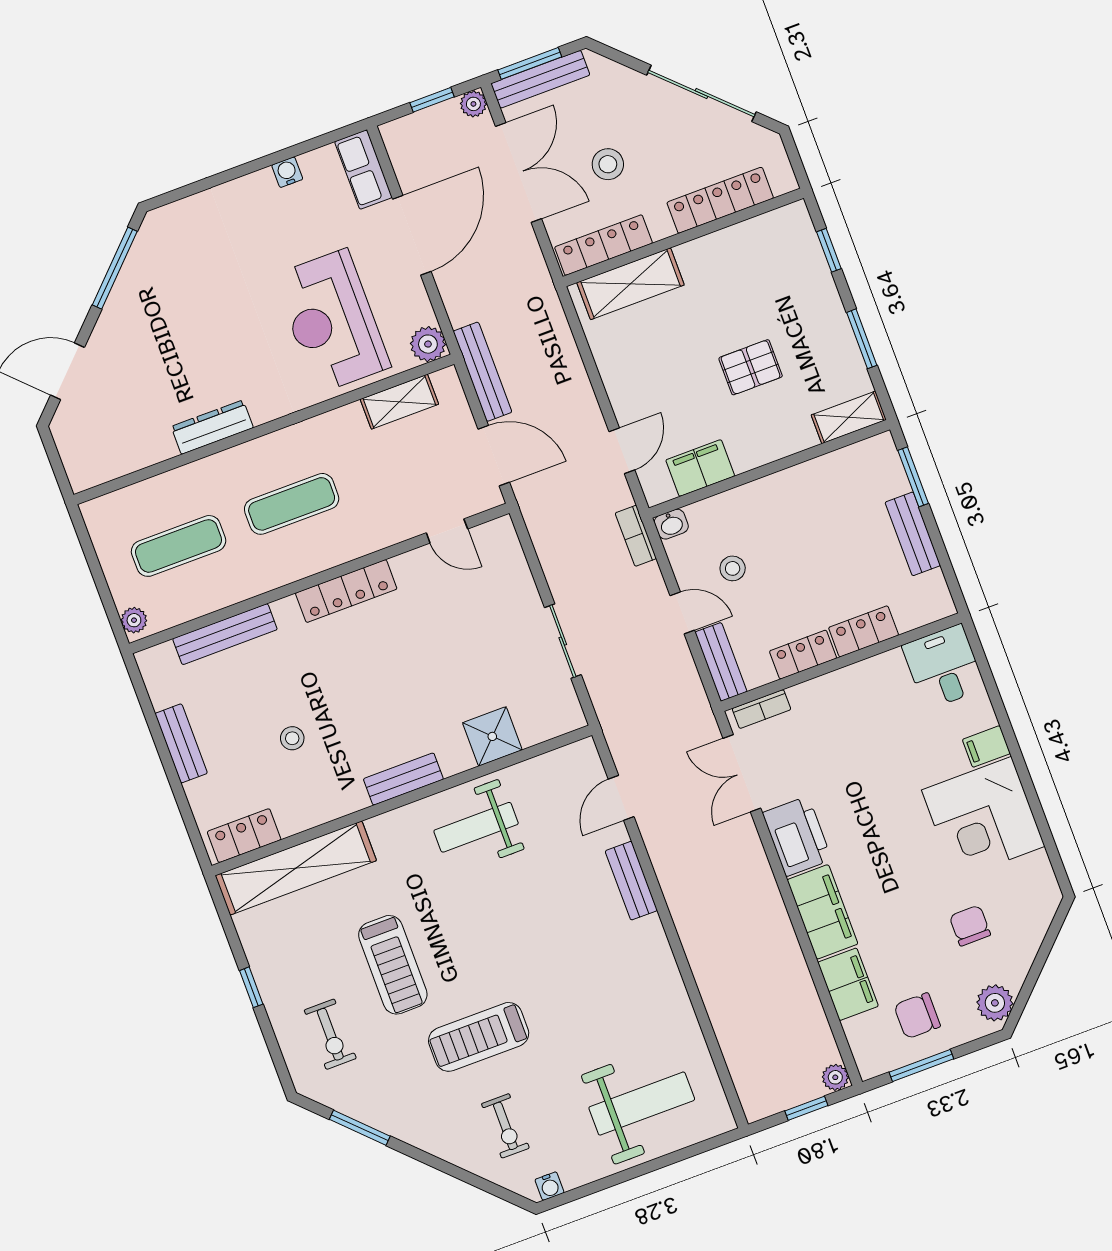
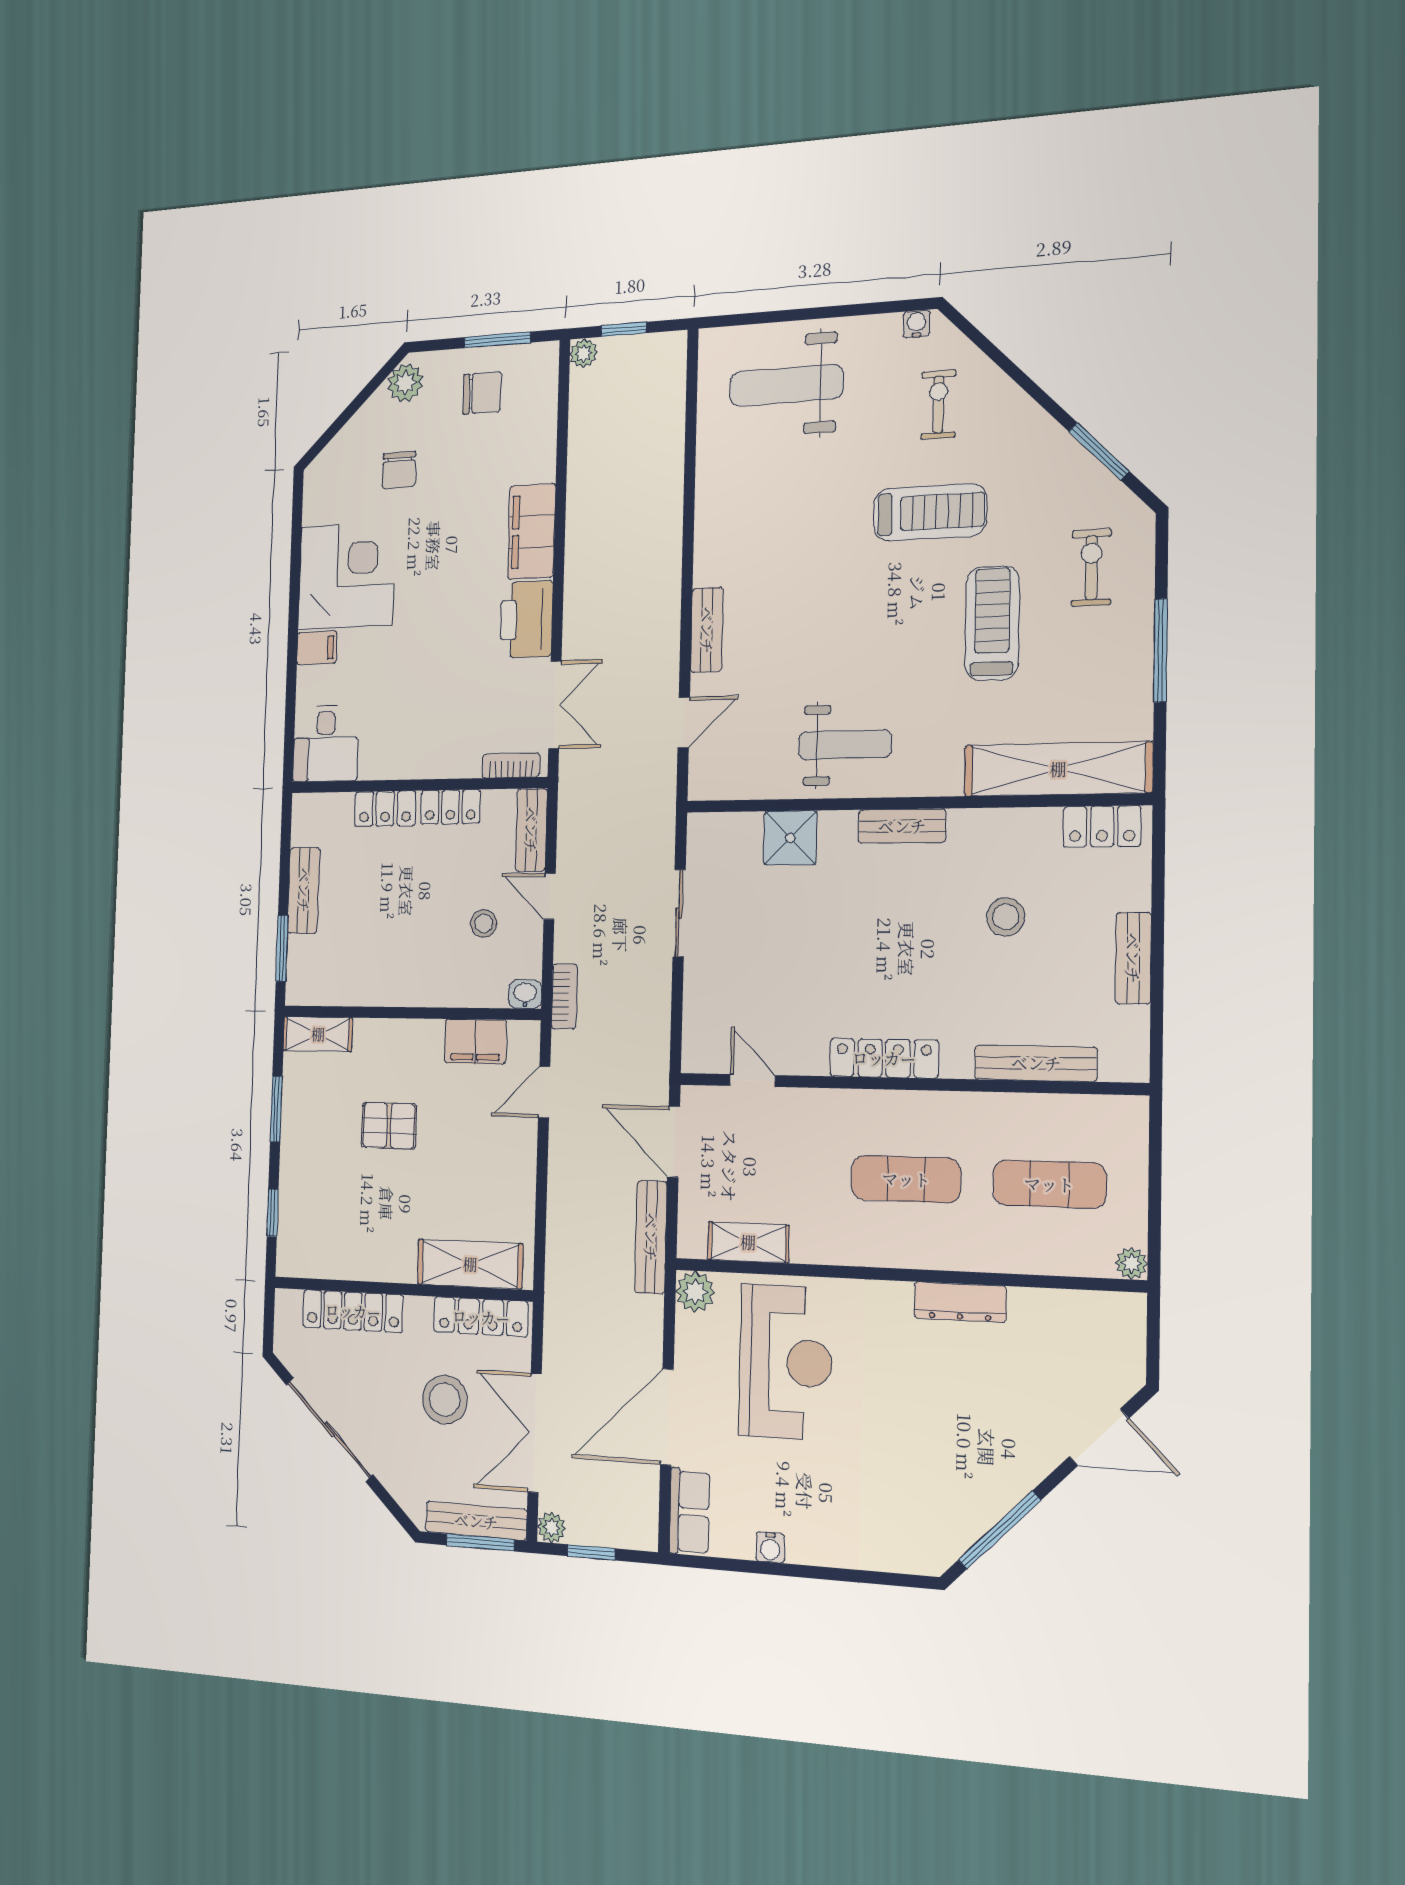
stool: (608, 164) -> (445, 1399), width x1.38, depth x1.38
plant: (134, 620) -> (1131, 1263), moved
stool: (292, 738) -> (1006, 917), width x1.37, depth x1.37
filing cabinet: (848, 984) -> (535, 447), removed
window: (251, 987) -> (1161, 650), width x2.17

